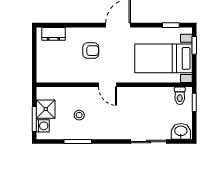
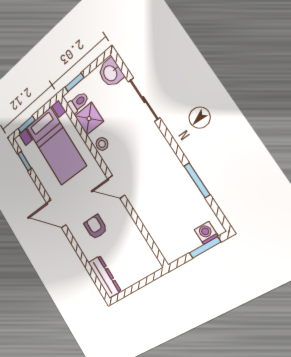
dresser: (53, 34) -> (105, 277), width x1.44
door: (108, 85) -> (116, 187), swing flipped
shower: (46, 109) -> (89, 119), moved
stool: (79, 115) -> (102, 144), moved

